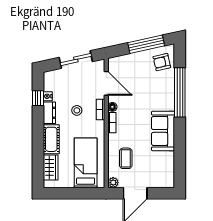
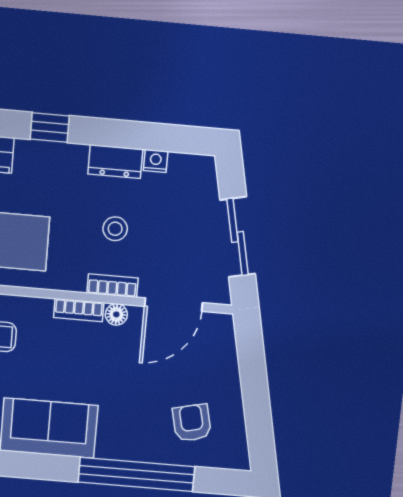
window: (146, 44) -> (257, 406), removed
armchair: (162, 62) -> (192, 423), moved
window: (38, 98) -> (50, 127), moved
cot: (51, 139) -> (51, 160), removed

